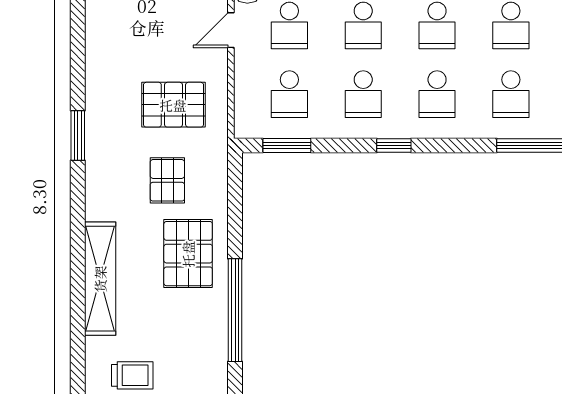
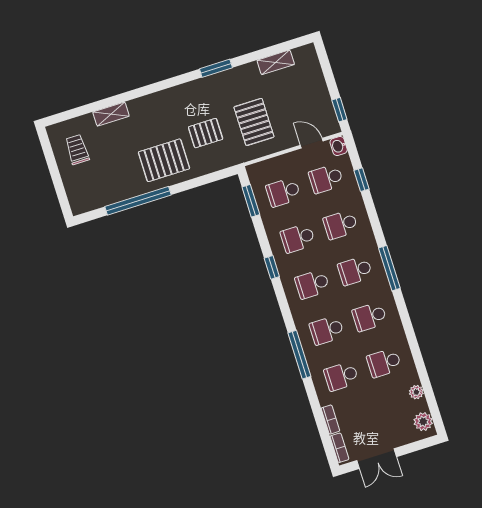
shelving: (97, 46) -> (276, 62), added
shelving: (100, 279) -> (111, 114), width x0.45, depth x0.75
trolley: (132, 375) -> (77, 149), turned 180

